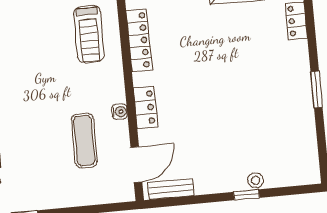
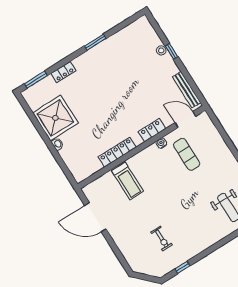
treadmill: (89, 34) -> (128, 181), turned 90
exercise mat: (84, 141) -> (187, 154), turned 90
bench: (171, 189) -> (187, 90), width x1.36

